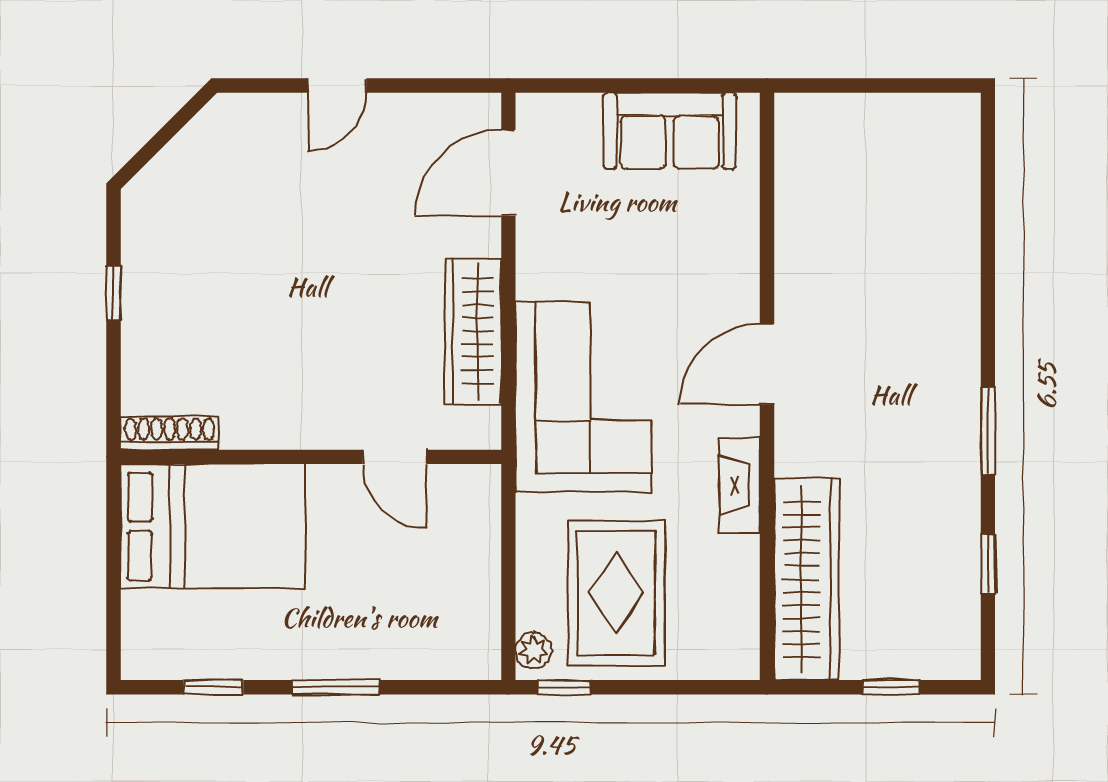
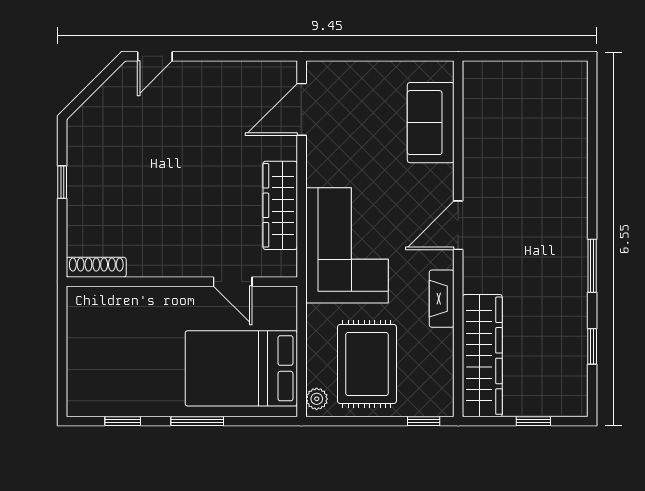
door: (337, 86) -> (155, 56), moved
sofa: (670, 131) -> (431, 123), moved, turned 90
bed: (213, 526) -> (241, 368), moved, turned 180
window: (564, 687) -> (424, 421), moved

